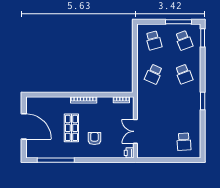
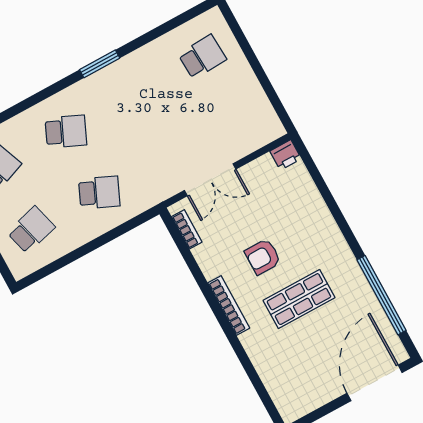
school desk: (184, 74) -> (66, 132), turned 45
door: (24, 126) -> (375, 383), moved
double door: (135, 131) -> (210, 180), moved
armchair: (94, 139) -> (263, 257), moved

